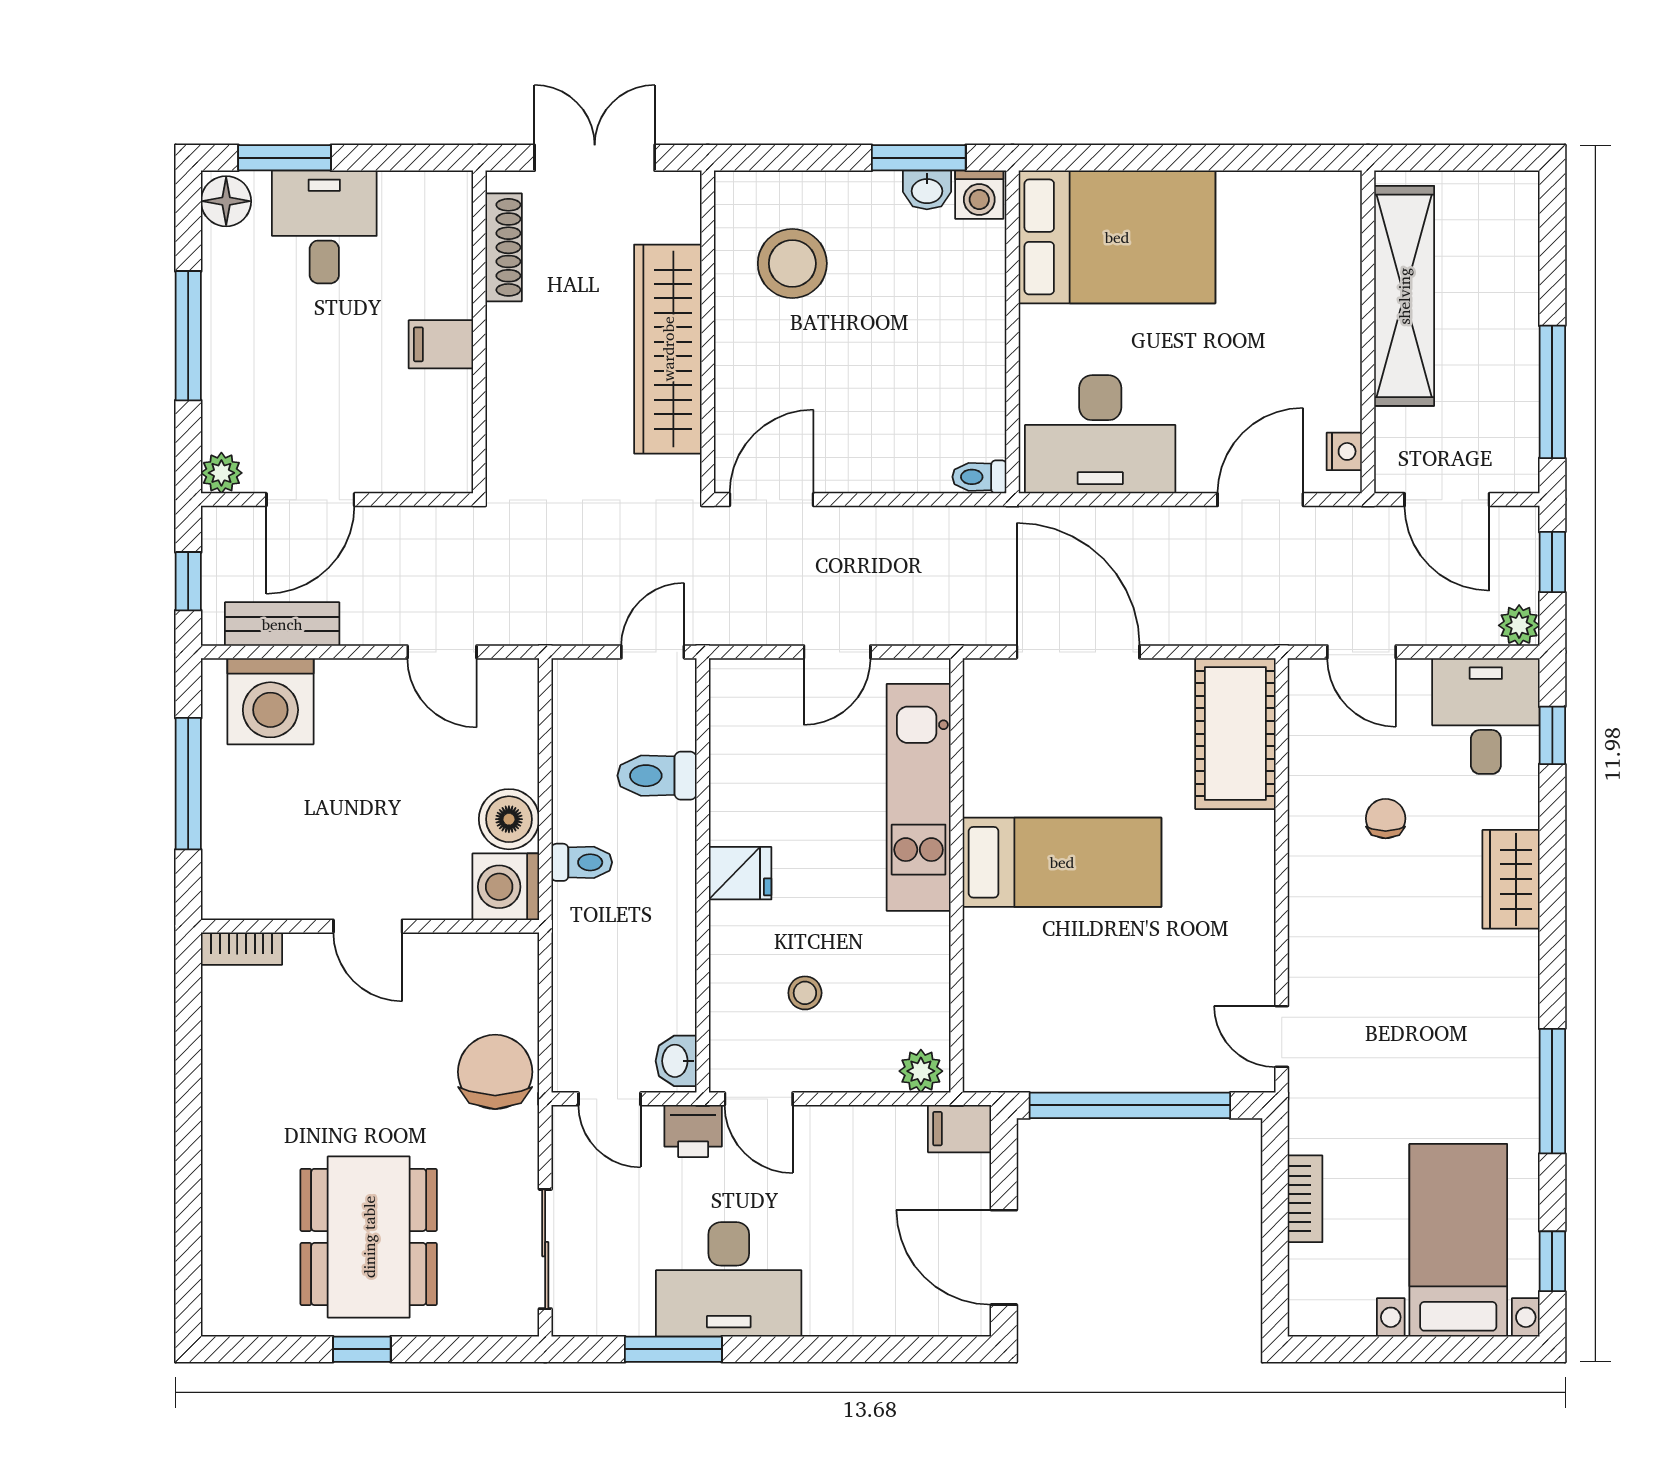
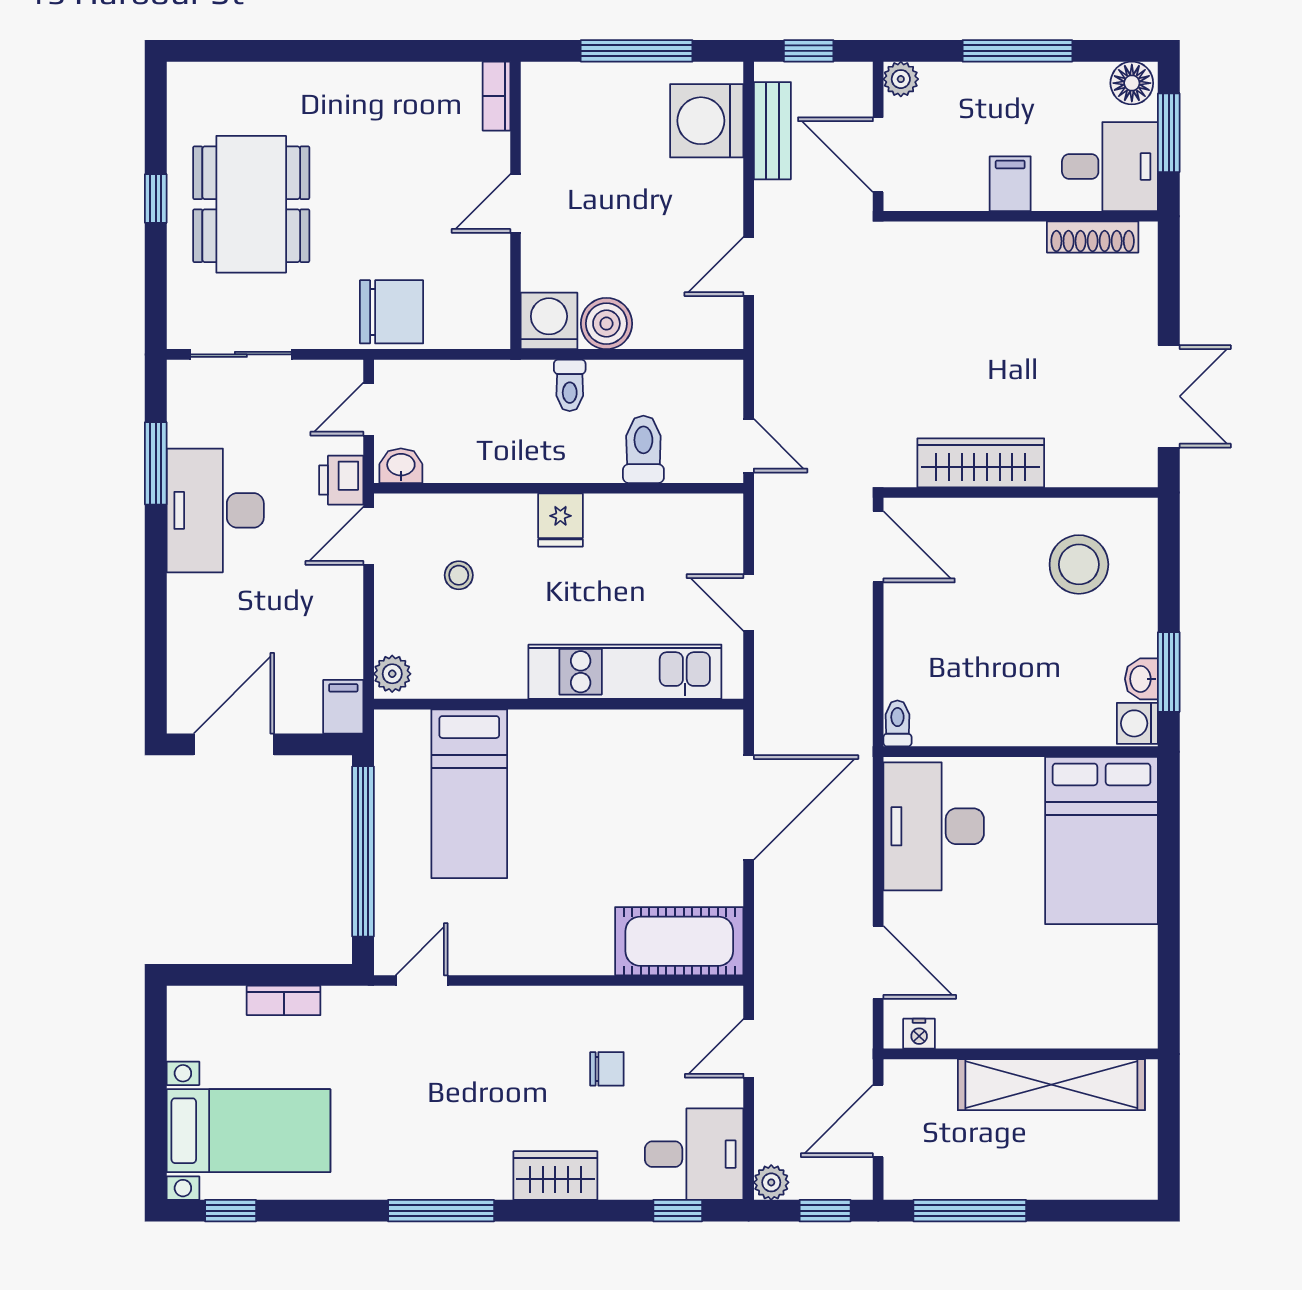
shoe rack: (504, 247) -> (1093, 237), moved
wall: (479, 332) -> (1021, 216), moved
filing cabinet: (441, 344) -> (1010, 184), moved
wardrobe: (668, 349) -> (981, 463), width x0.71, depth x0.85
bed: (1062, 862) -> (469, 794), moved
window: (1552, 1091) -> (441, 1211), moved
dining table: (369, 1237) -> (251, 204), turned 90

